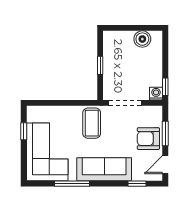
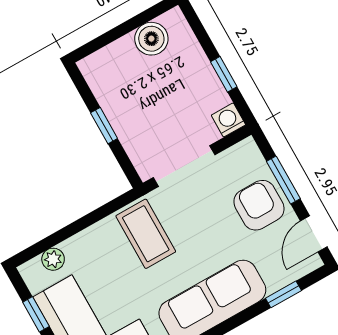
window: (165, 87) -> (224, 74), moved
plant: (45, 111) -> (53, 259), added
armchair: (148, 139) -> (259, 205), turned 90

